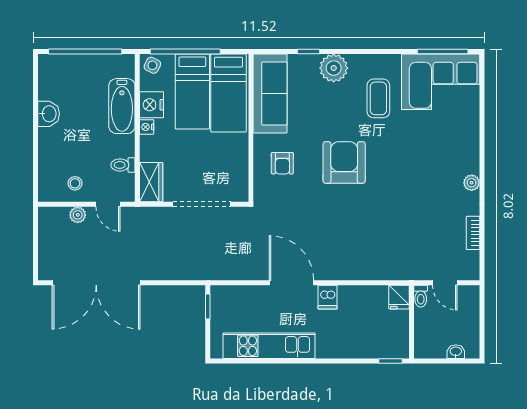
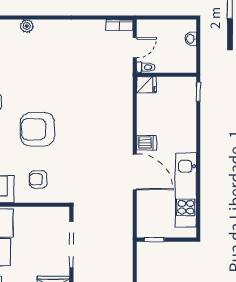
armchair: (282, 163) -> (38, 179), turned 180
plant: (472, 183) -> (27, 26), moved
bookcase: (473, 233) -> (119, 25), moved
door: (291, 283) -> (135, 172), swing flipped

